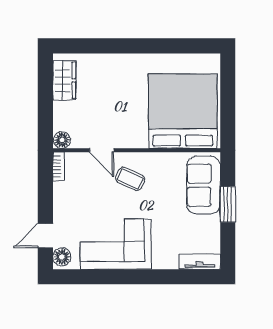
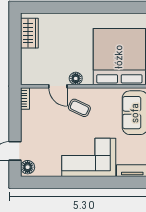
floor lamp: (62, 140) -> (76, 78), moved
corner sofa: (116, 244) -> (89, 157), moved

